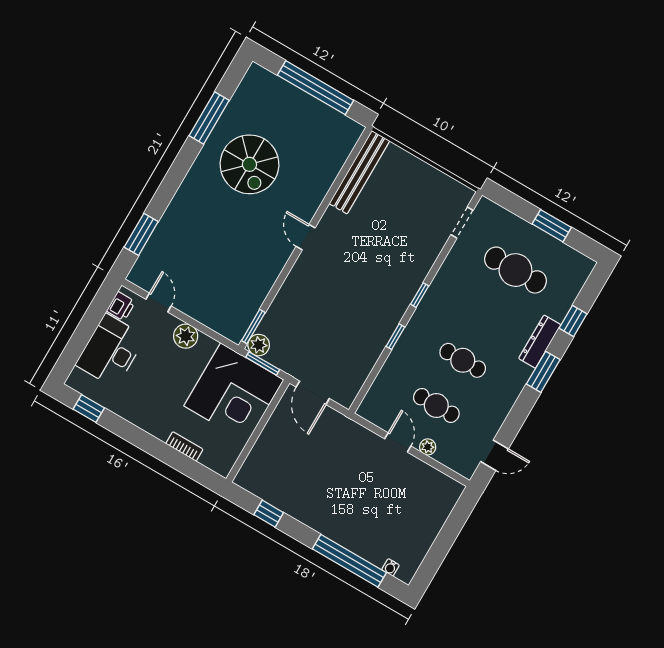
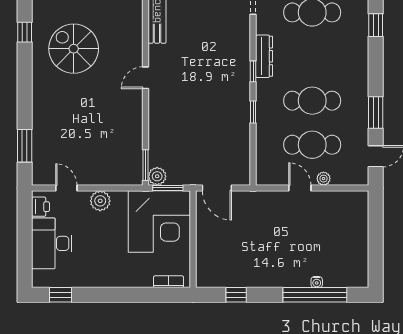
window: (209, 118) -> (25, 32), width x0.46
spiral stairs: (249, 164) -> (74, 49), turned 180
door: (306, 237) -> (145, 78), hinge flipped
dresser: (540, 342) -> (264, 56), moved, turned 180
cafe table: (463, 360) -> (312, 101), width x1.37, depth x1.35
window: (543, 372) -> (376, 112), moved
cafe table: (436, 405) -> (312, 145), width x1.37, depth x1.35
bookcase: (184, 446) -> (169, 282), moved
water cooler: (391, 567) -> (317, 282), moved

